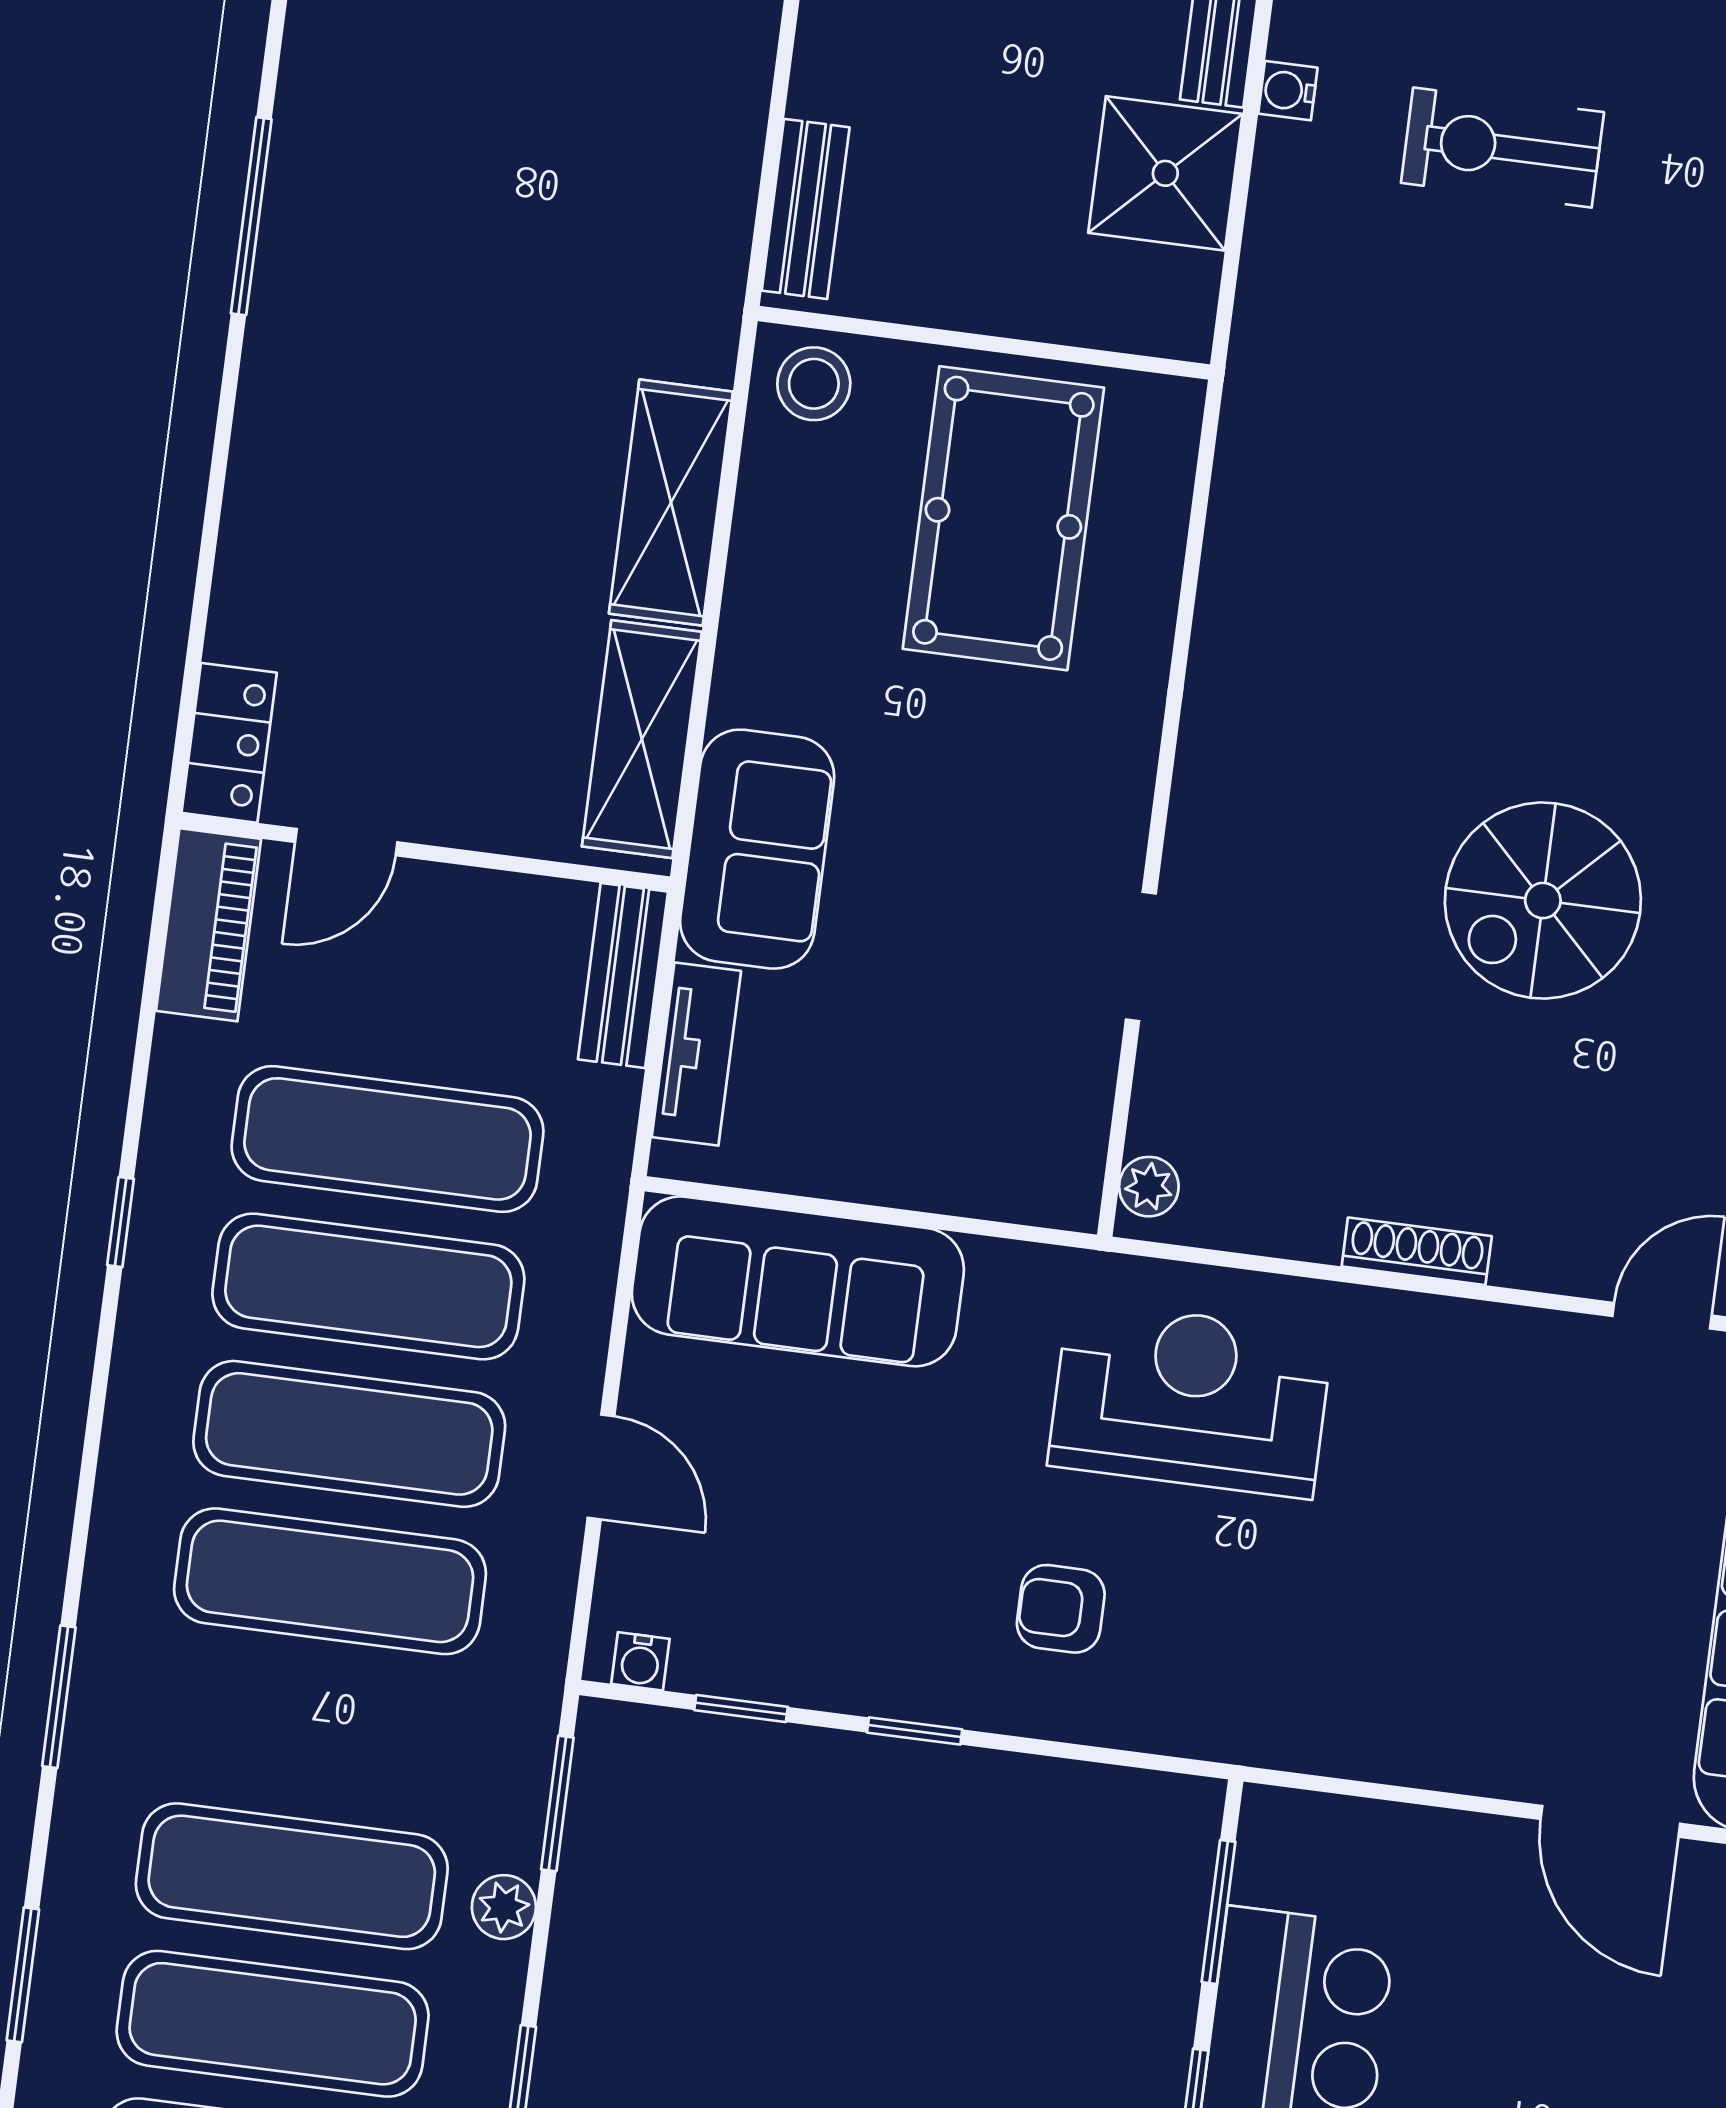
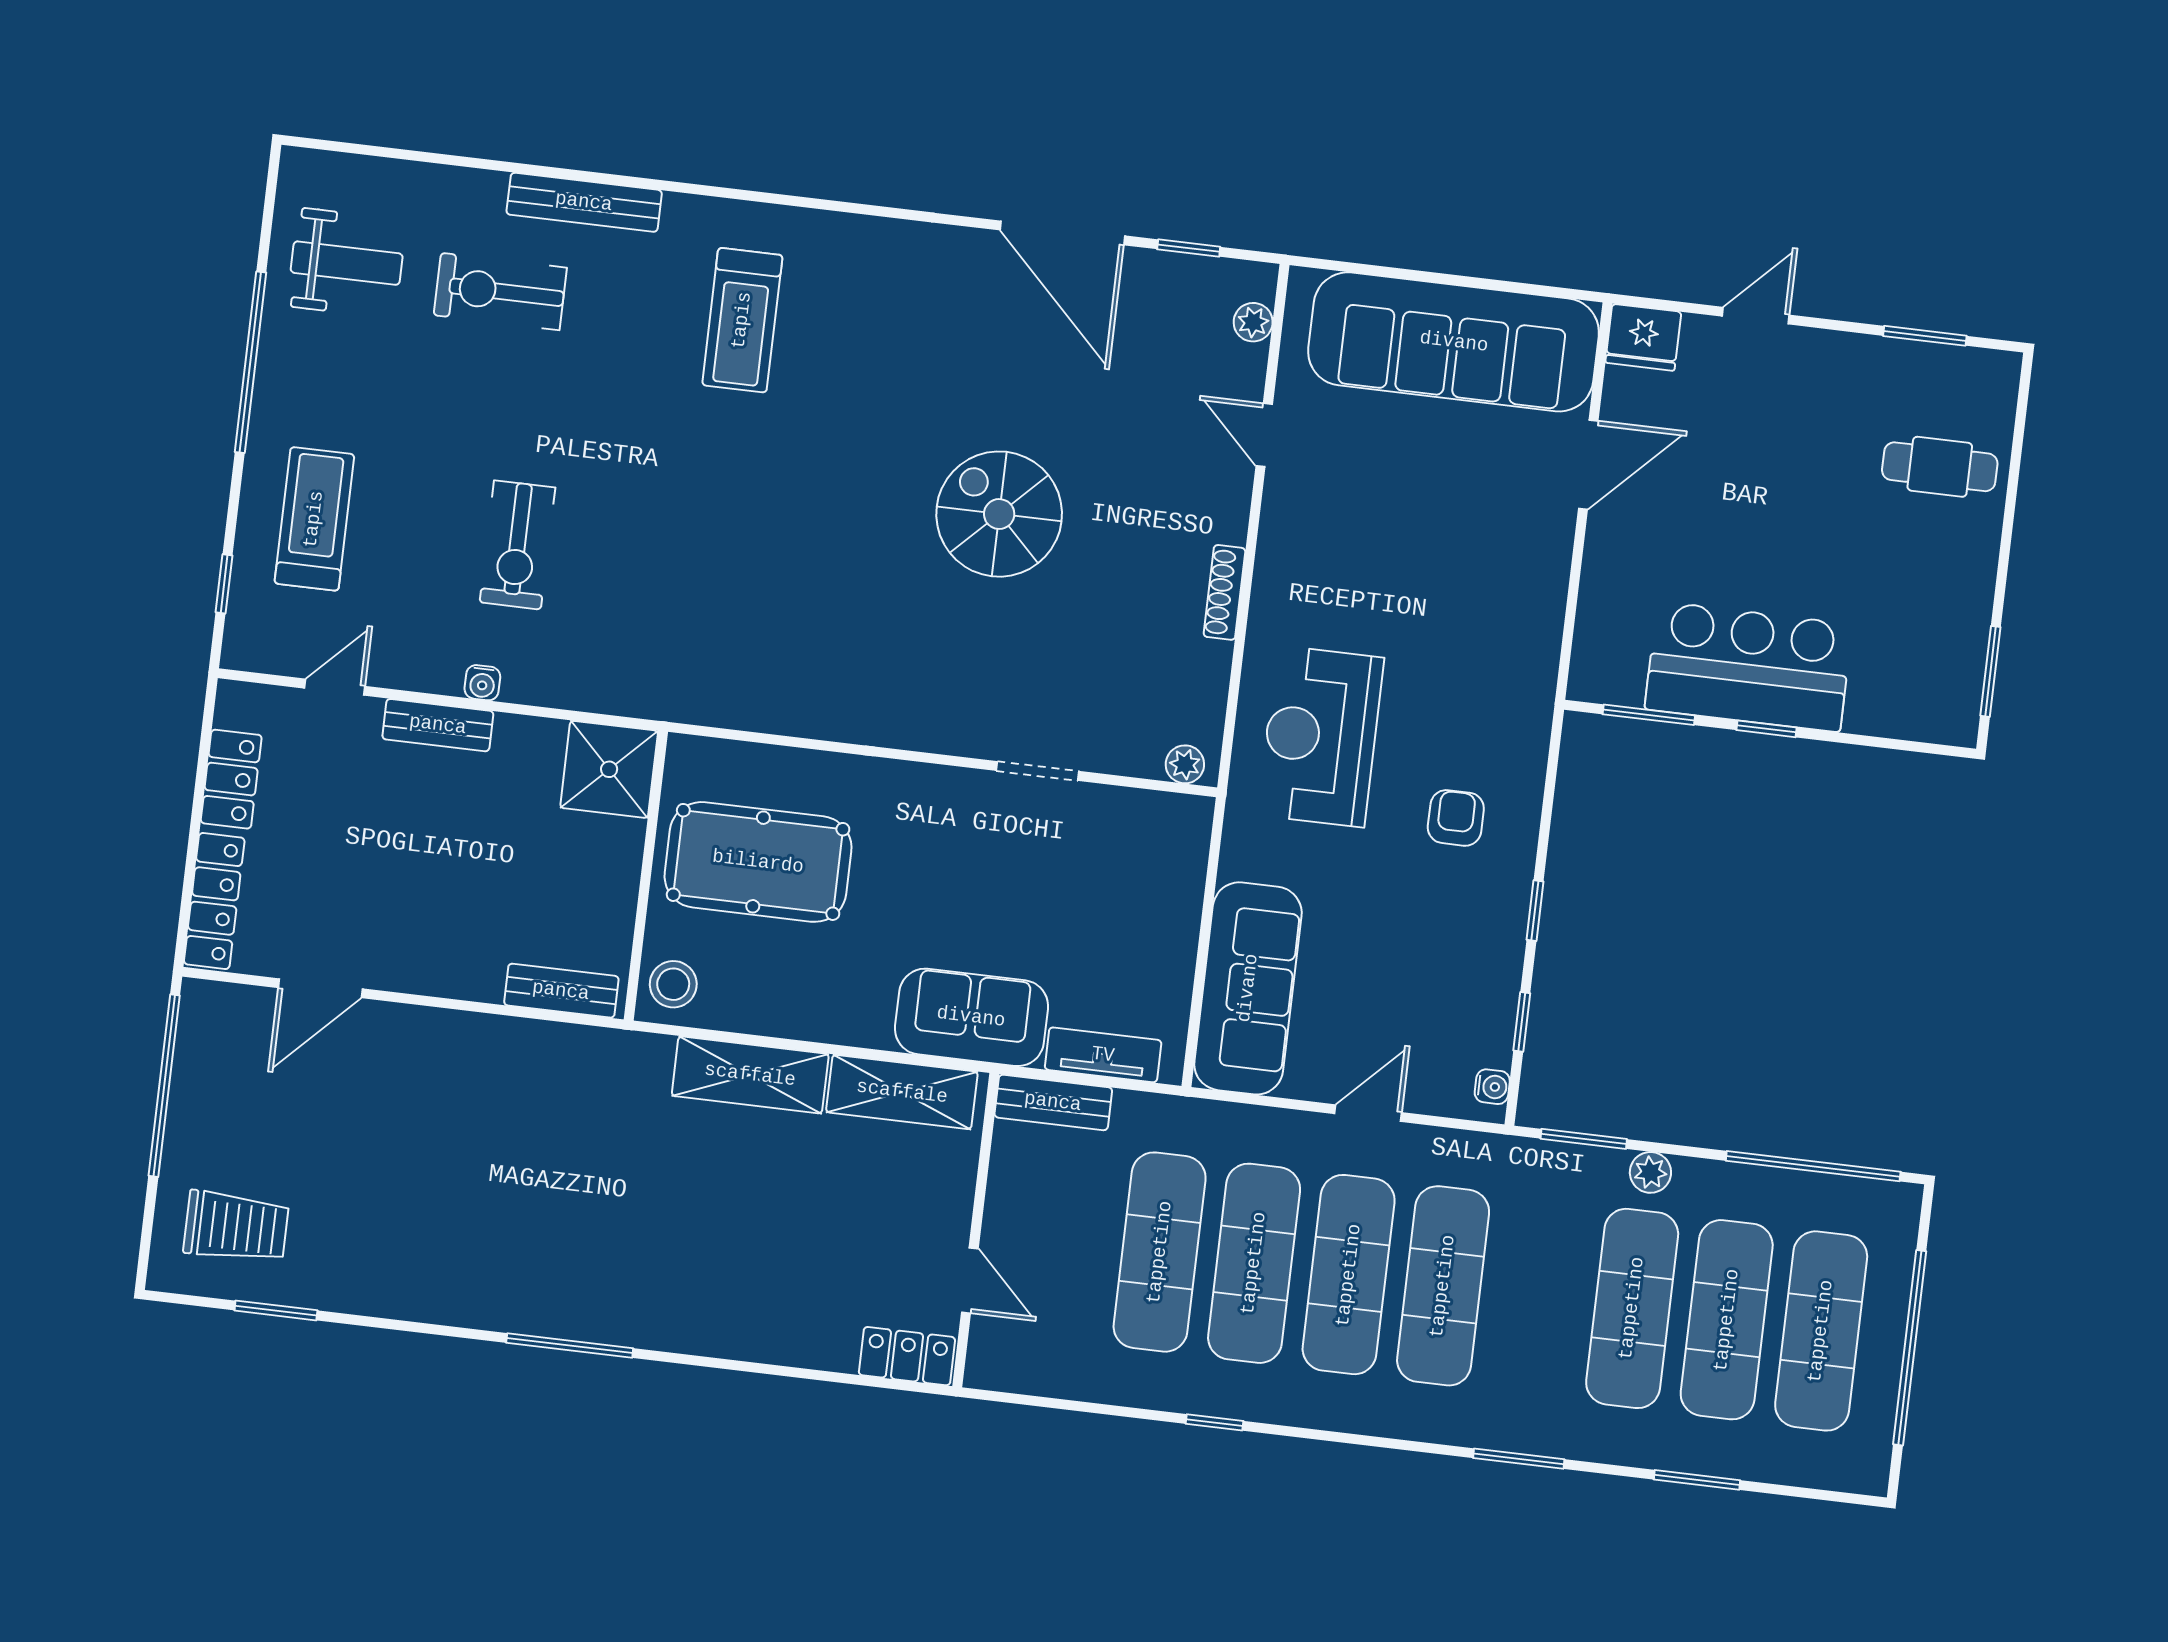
shower: (1165, 173) -> (609, 769), moved
spiral stairs: (1543, 901) -> (999, 514), turned 180
piano: (208, 925) -> (1024, 1368), removed
armchair: (1061, 1609) -> (1456, 818), turned 180

